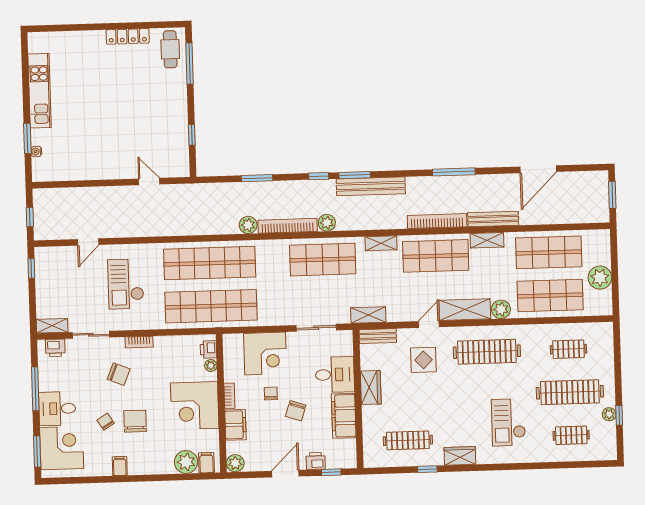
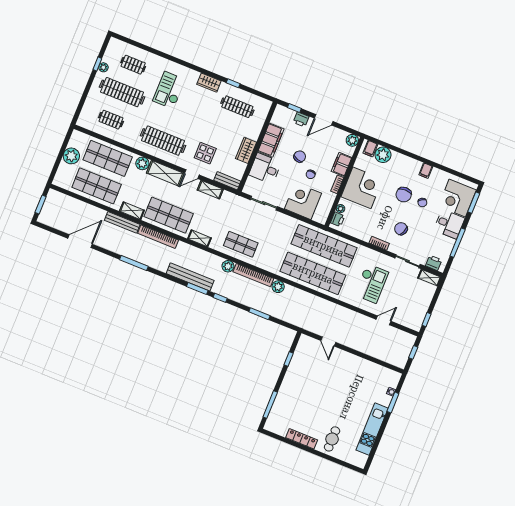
cafe table: (170, 49) -> (332, 439), moved
shop shelf: (323, 260) -> (241, 244), width x0.70, depth x0.74
shelving: (368, 315) -> (210, 190), moved
checkout: (509, 422) -> (169, 90), turned 180

